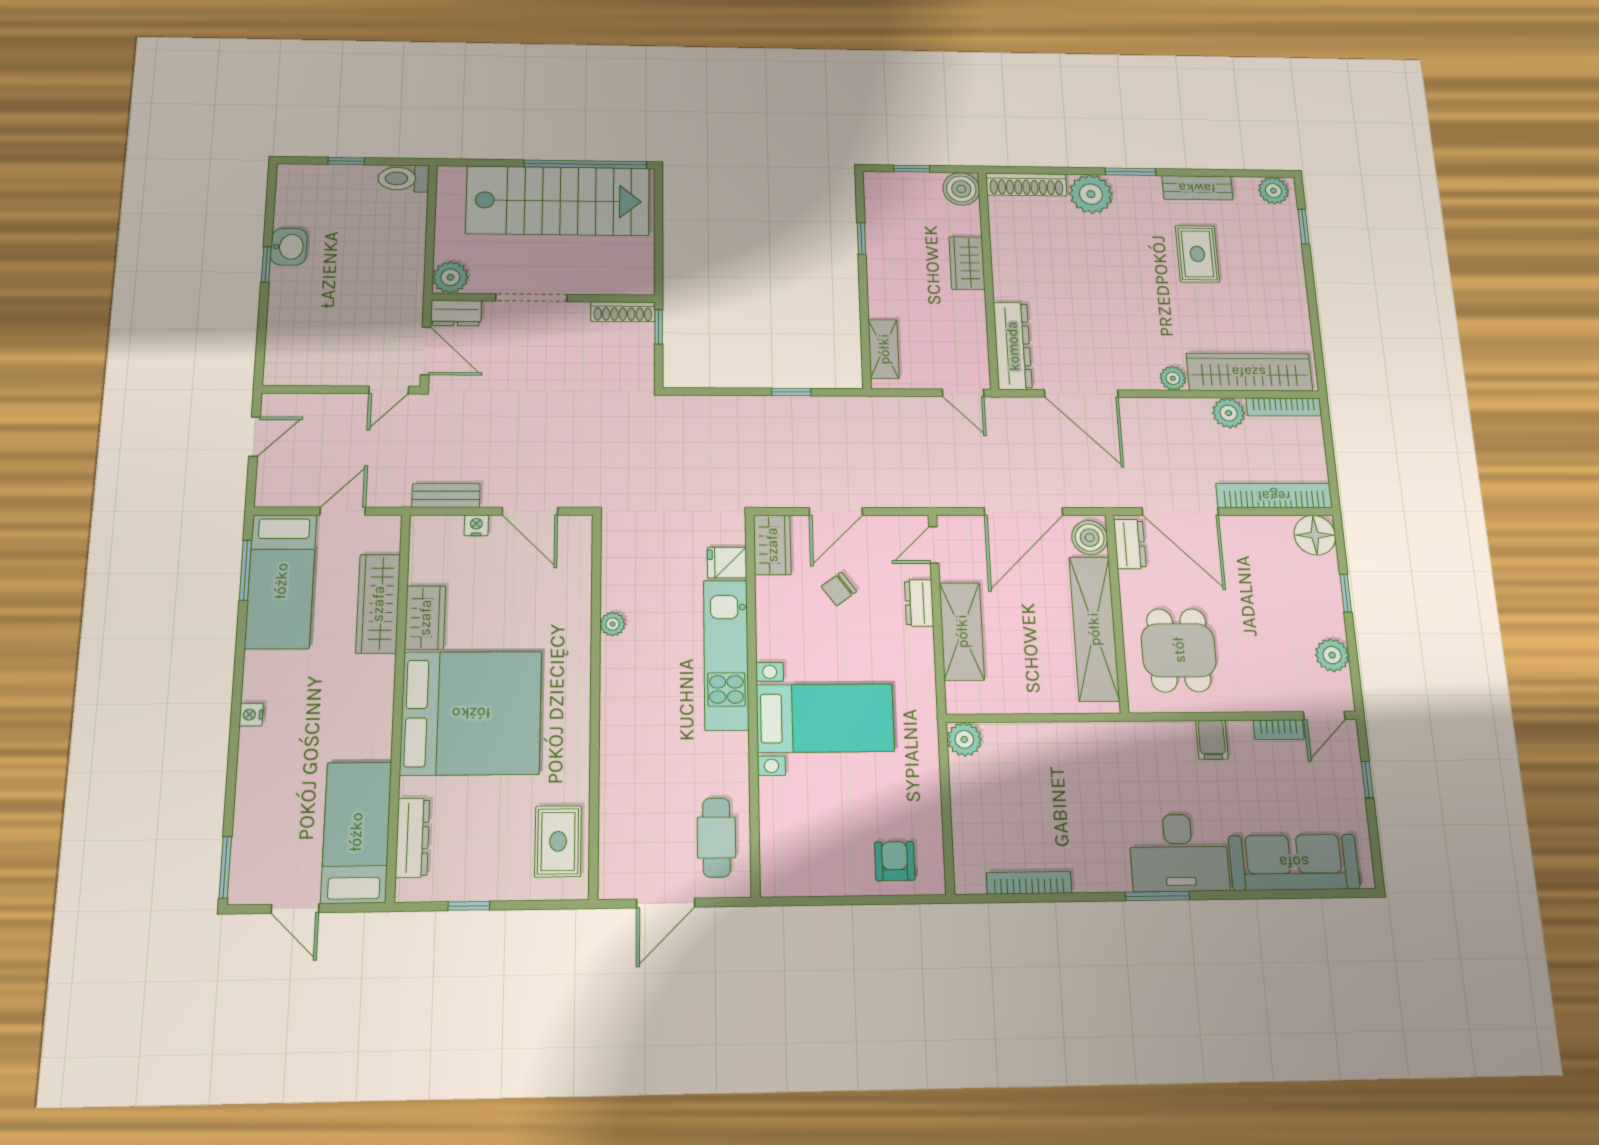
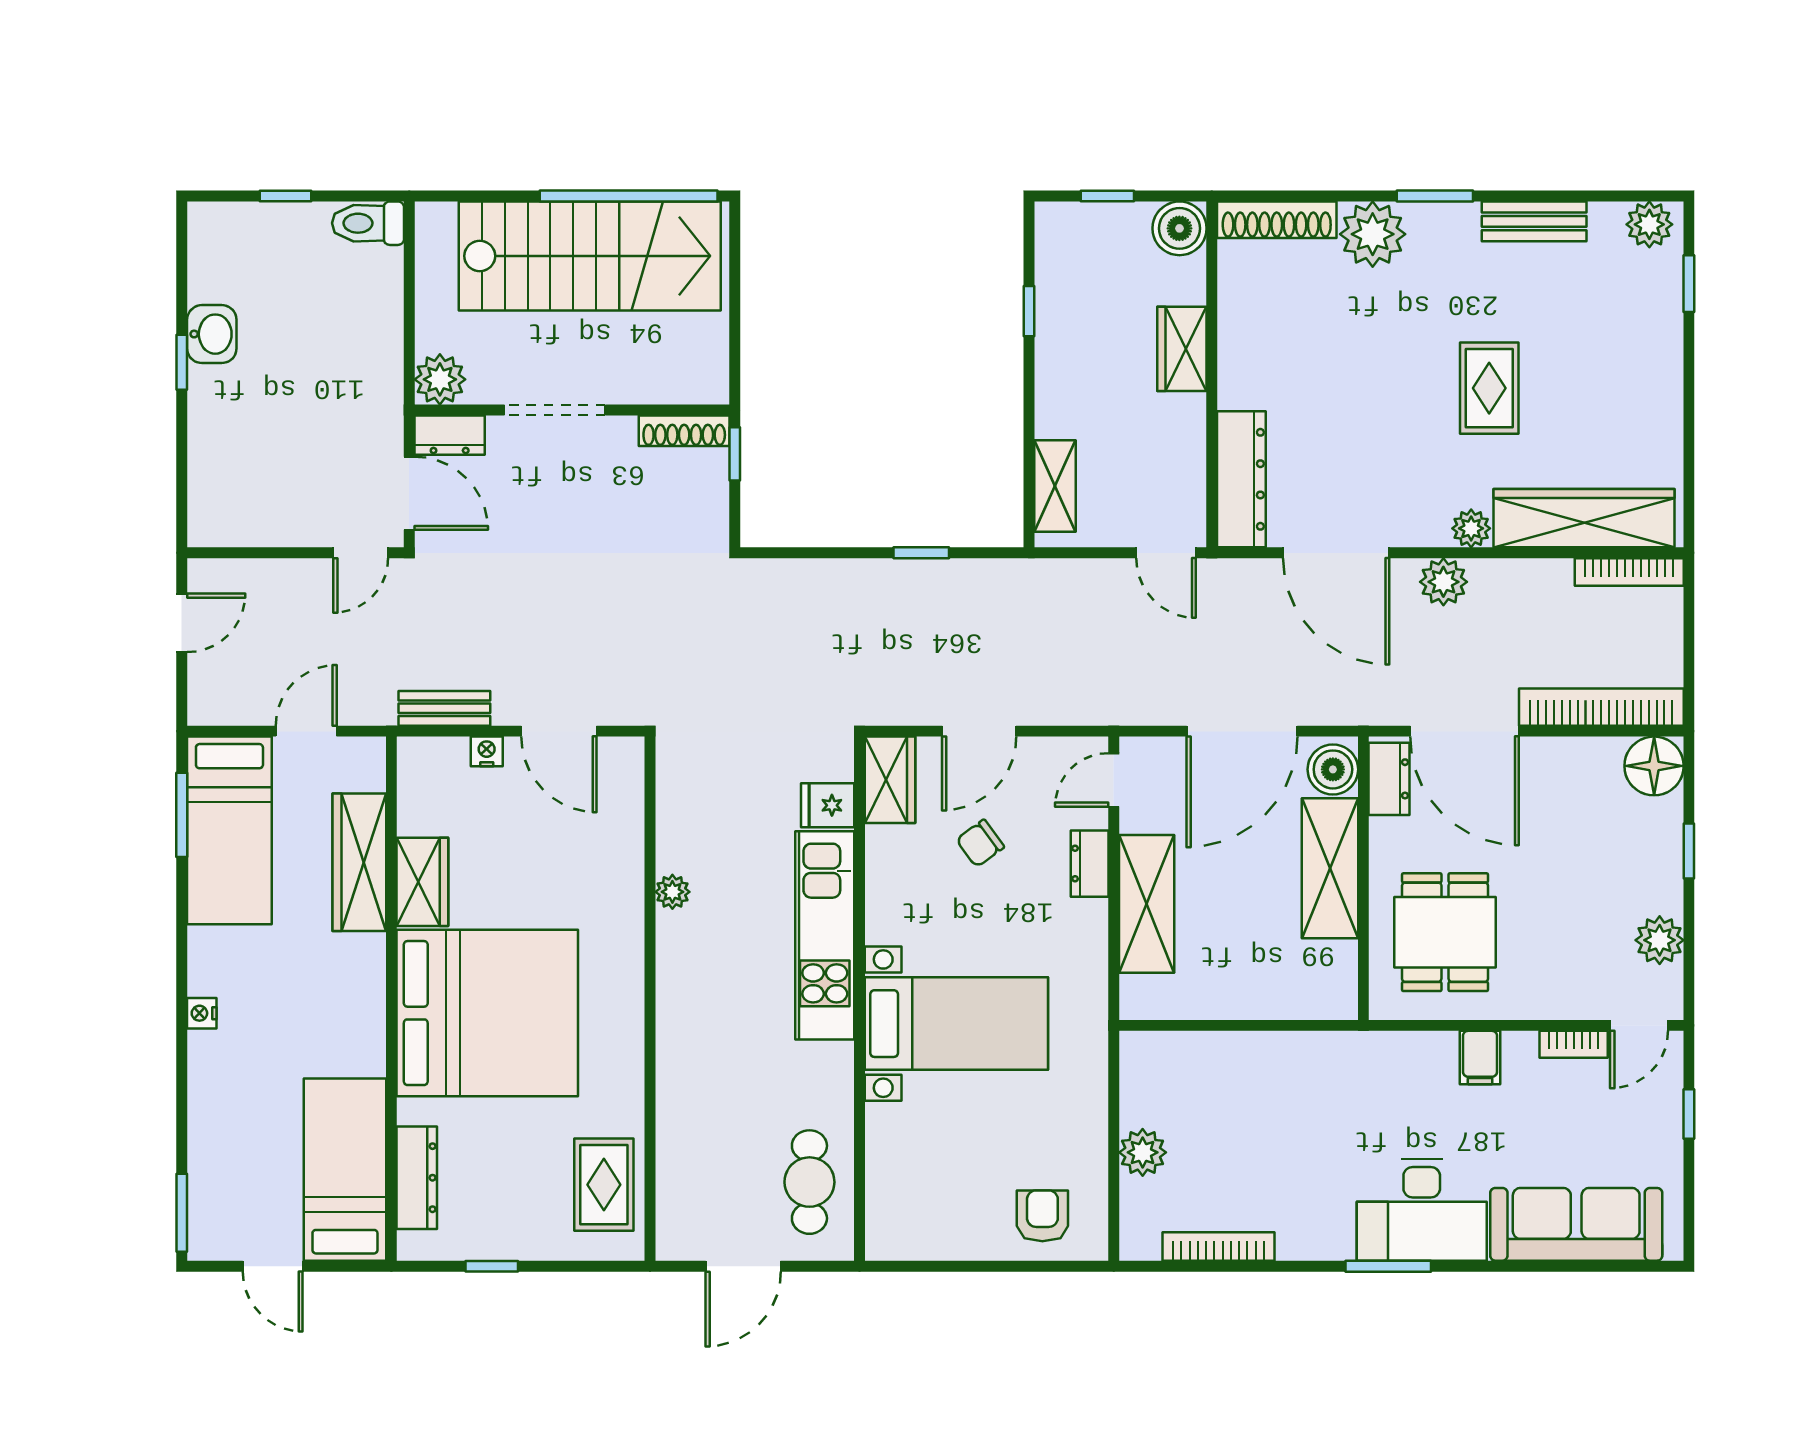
rug: (1197, 254) -> (1489, 388), moved
plant: (1229, 413) -> (1443, 582), moved
shelving: (1094, 629) -> (1330, 868), width x0.68
plant: (964, 739) -> (1143, 1152), moved

